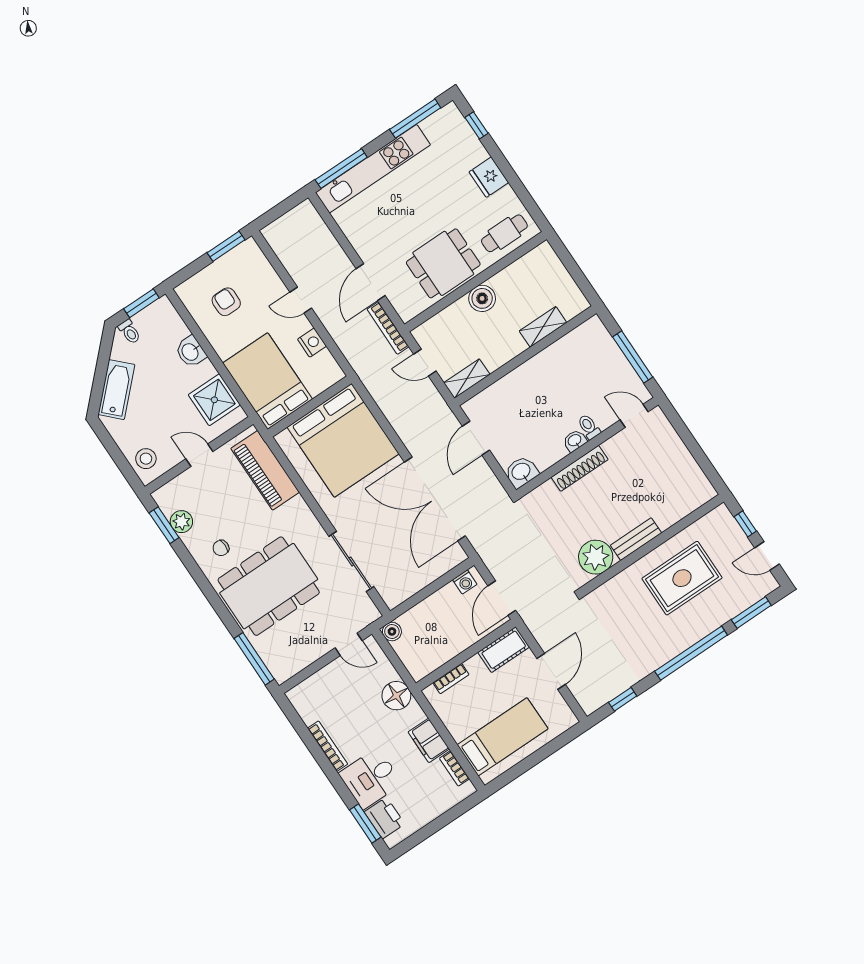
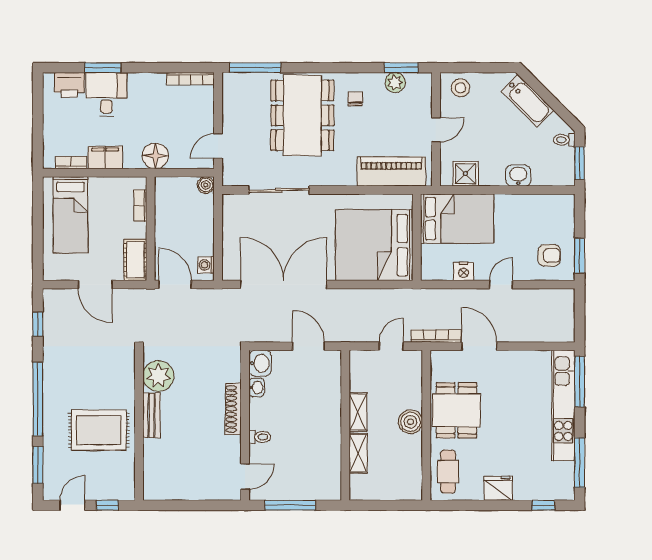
armchair: (226, 302) -> (549, 255), moved
shelving: (467, 379) -> (358, 412), moved
shower: (214, 400) -> (465, 174), width x0.73, depth x0.73
washbasin: (575, 441) -> (257, 387), moved
rug: (682, 578) -> (99, 430), turned 90
bookcase: (328, 746) -> (190, 79), moved
window: (365, 823) -> (103, 68), moved

